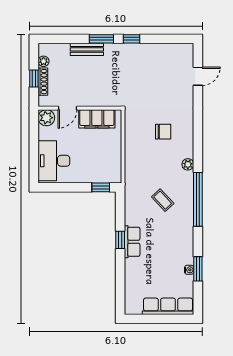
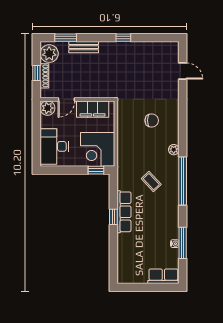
window: (101, 39) -> (66, 38), moved
plant: (44, 61) -> (49, 54), width x1.88, depth x1.88
door: (198, 76) -> (183, 71), hinge flipped
corner desk: (103, 164) -> (98, 149), added
row of seats: (132, 242) -> (124, 212), width x1.48
window: (198, 269) -> (183, 243), width x1.44
row of seats: (168, 306) -> (163, 276), width x0.68

